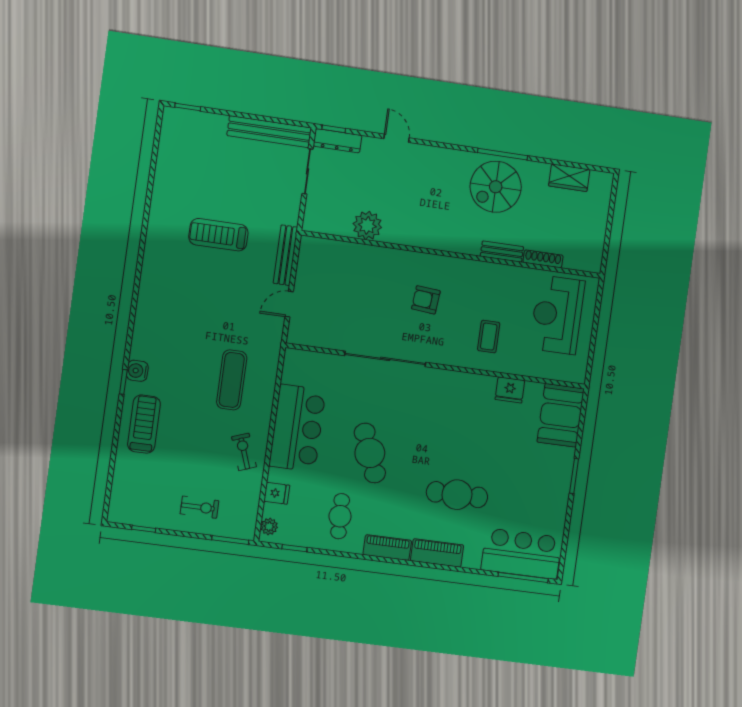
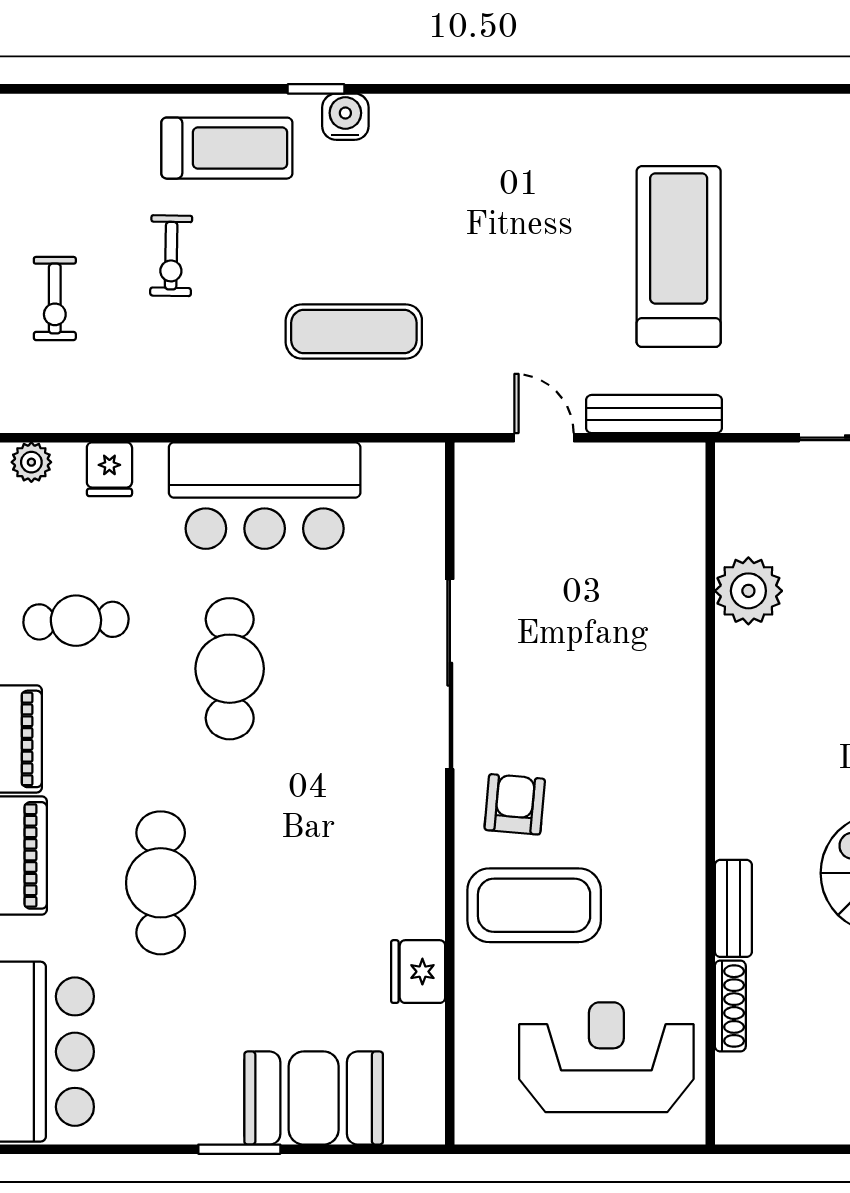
treadmill: (218, 235) -> (679, 257), width x1.37, depth x1.38
armchair: (426, 300) -> (515, 804), moved
coffee table: (489, 337) -> (534, 905), width x1.86, depth x1.72
booth: (561, 415) -> (314, 1098), moved
exercise bike: (244, 452) -> (171, 256), moved, turned 111
cafe table: (370, 453) -> (230, 669), turned -68

